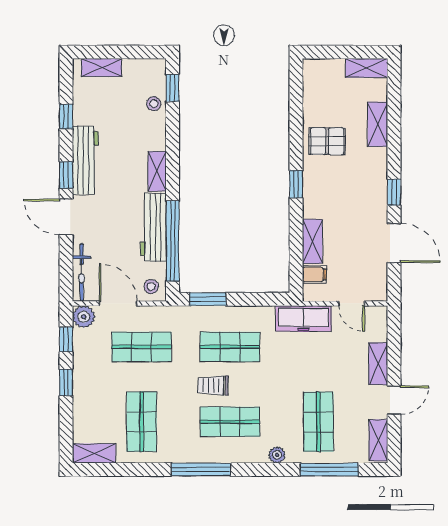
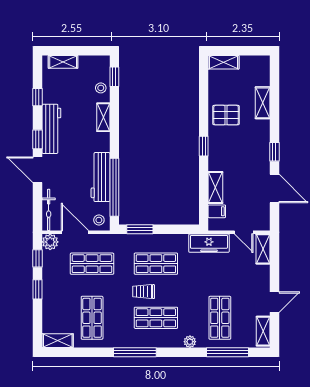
shelving: (366, 68) -> (224, 62), moved
shelving: (157, 171) -> (103, 117), moved
shelving: (378, 364) -> (263, 249), moved

